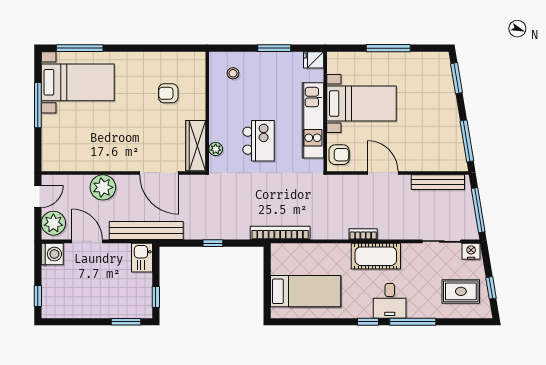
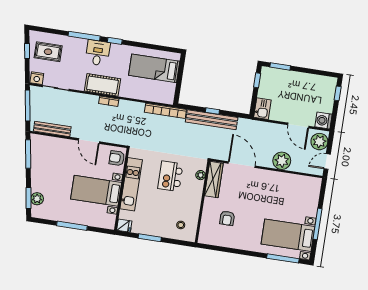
plant: (444, 79) -> (37, 199), added
armchair: (168, 93) -> (227, 218), turned 90
bench: (146, 231) -> (212, 120), moved

